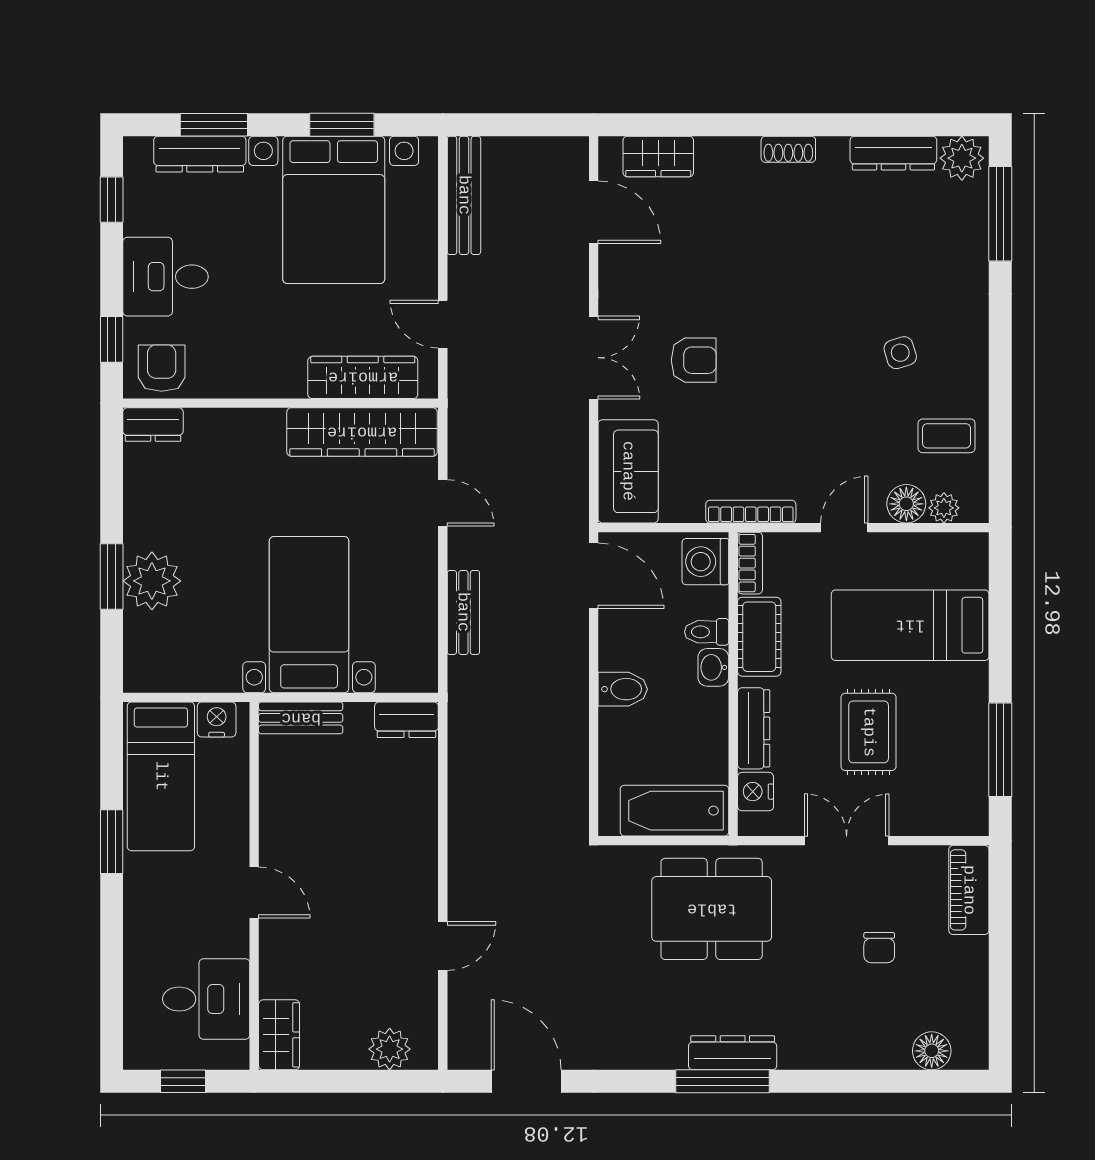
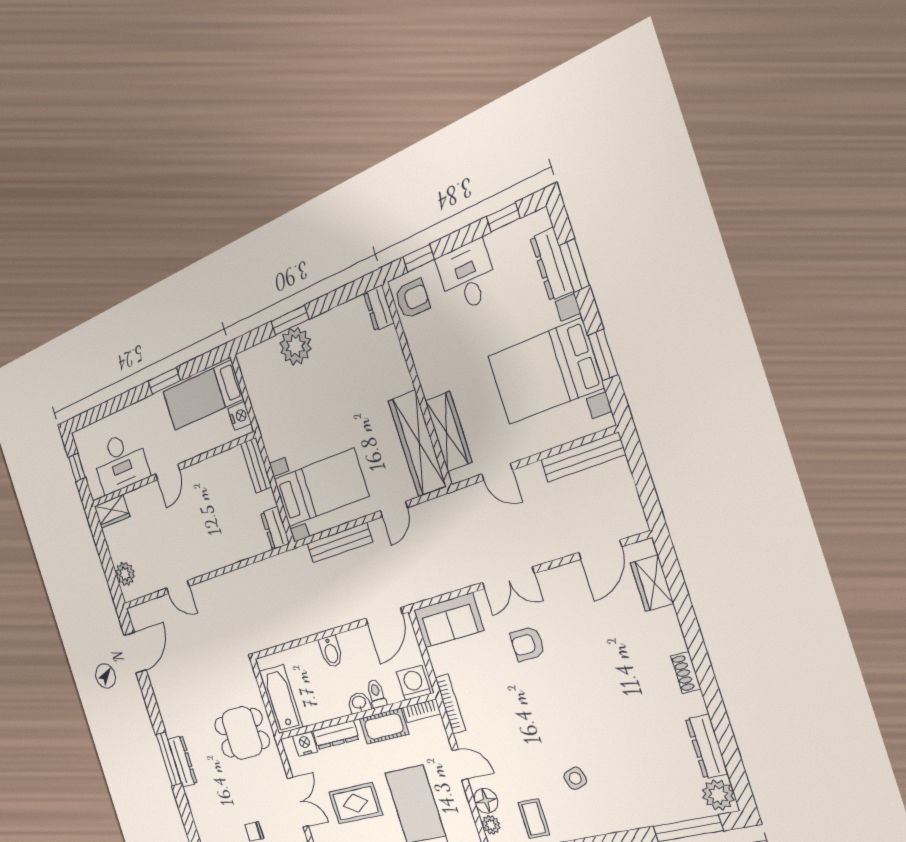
door: (443, 324) -> (497, 472), swing flipped
armchair: (694, 360) -> (527, 644), turned 90
bench: (463, 612) -> (340, 543), width x1.36
bed with nightstands: (309, 615) -> (321, 488), moved
dining table: (712, 909) -> (242, 733), width x0.73
desk: (206, 999) -> (120, 462), width x1.37

